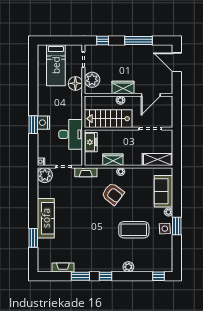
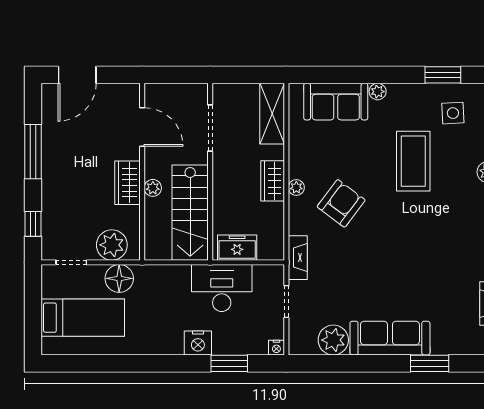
window: (33, 125) -> (229, 363), moved
wardrobe: (113, 160) -> (273, 181), moved
plant: (45, 175) -> (333, 340), moved
window: (177, 226) -> (443, 75), moved
side table: (165, 229) -> (453, 113), moved

